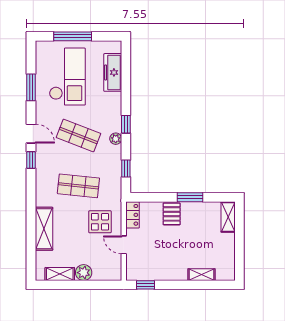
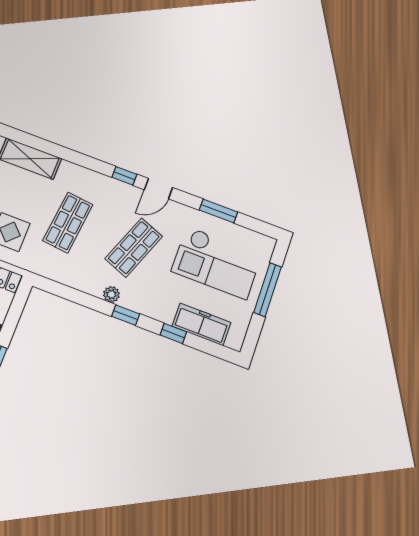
window: (126, 169) -> (173, 333), moved

